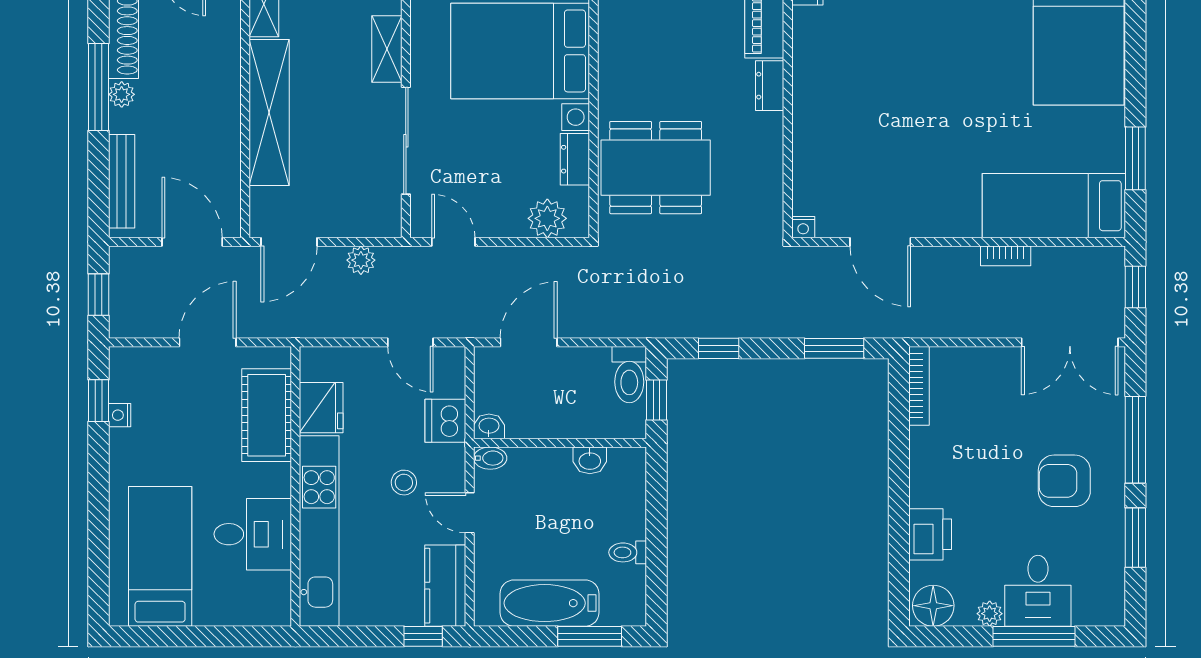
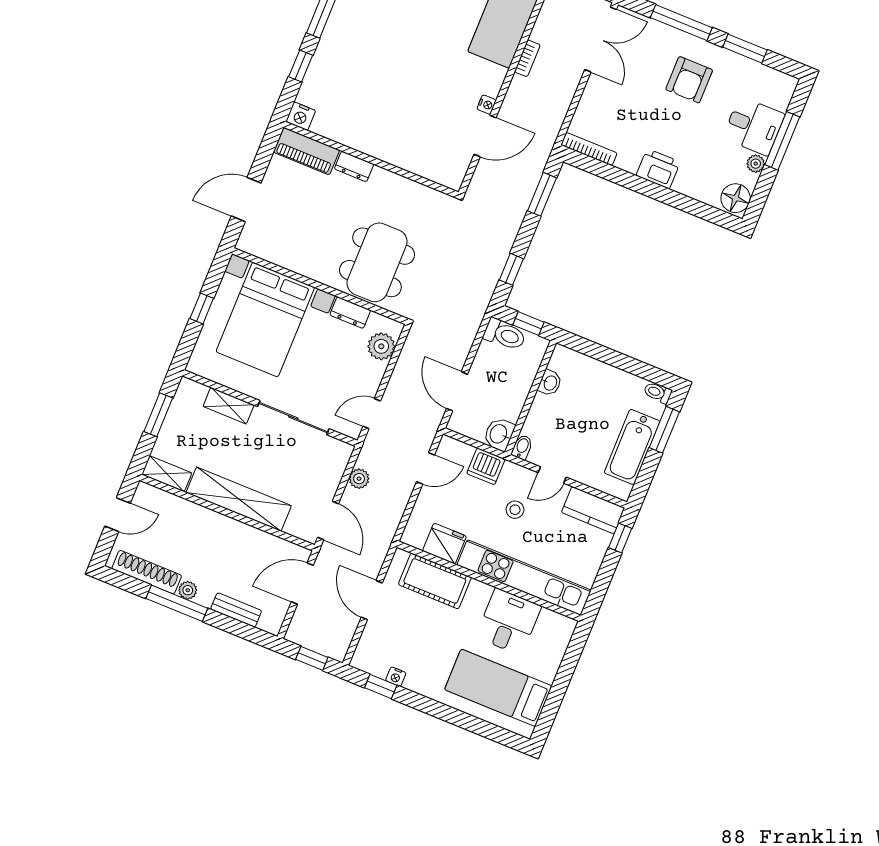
bench: (122, 181) -> (236, 610), width x0.73
nightstand: (803, 227) -> (487, 105), moved
washbasin: (489, 426) -> (499, 434), width x1.38, depth x1.45
printer: (930, 534) -> (658, 169), moved
toilet: (628, 552) -> (658, 393), moved, turned 90

